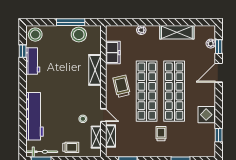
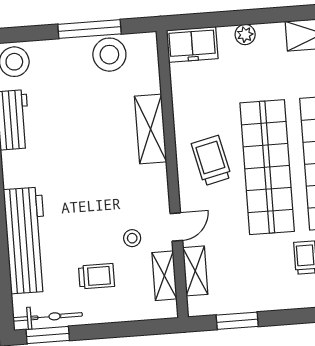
freezer: (113, 53) -> (192, 45), moved, turned 90
door: (103, 115) -> (176, 227), hinge flipped
trolley: (71, 147) -> (96, 276), moved

